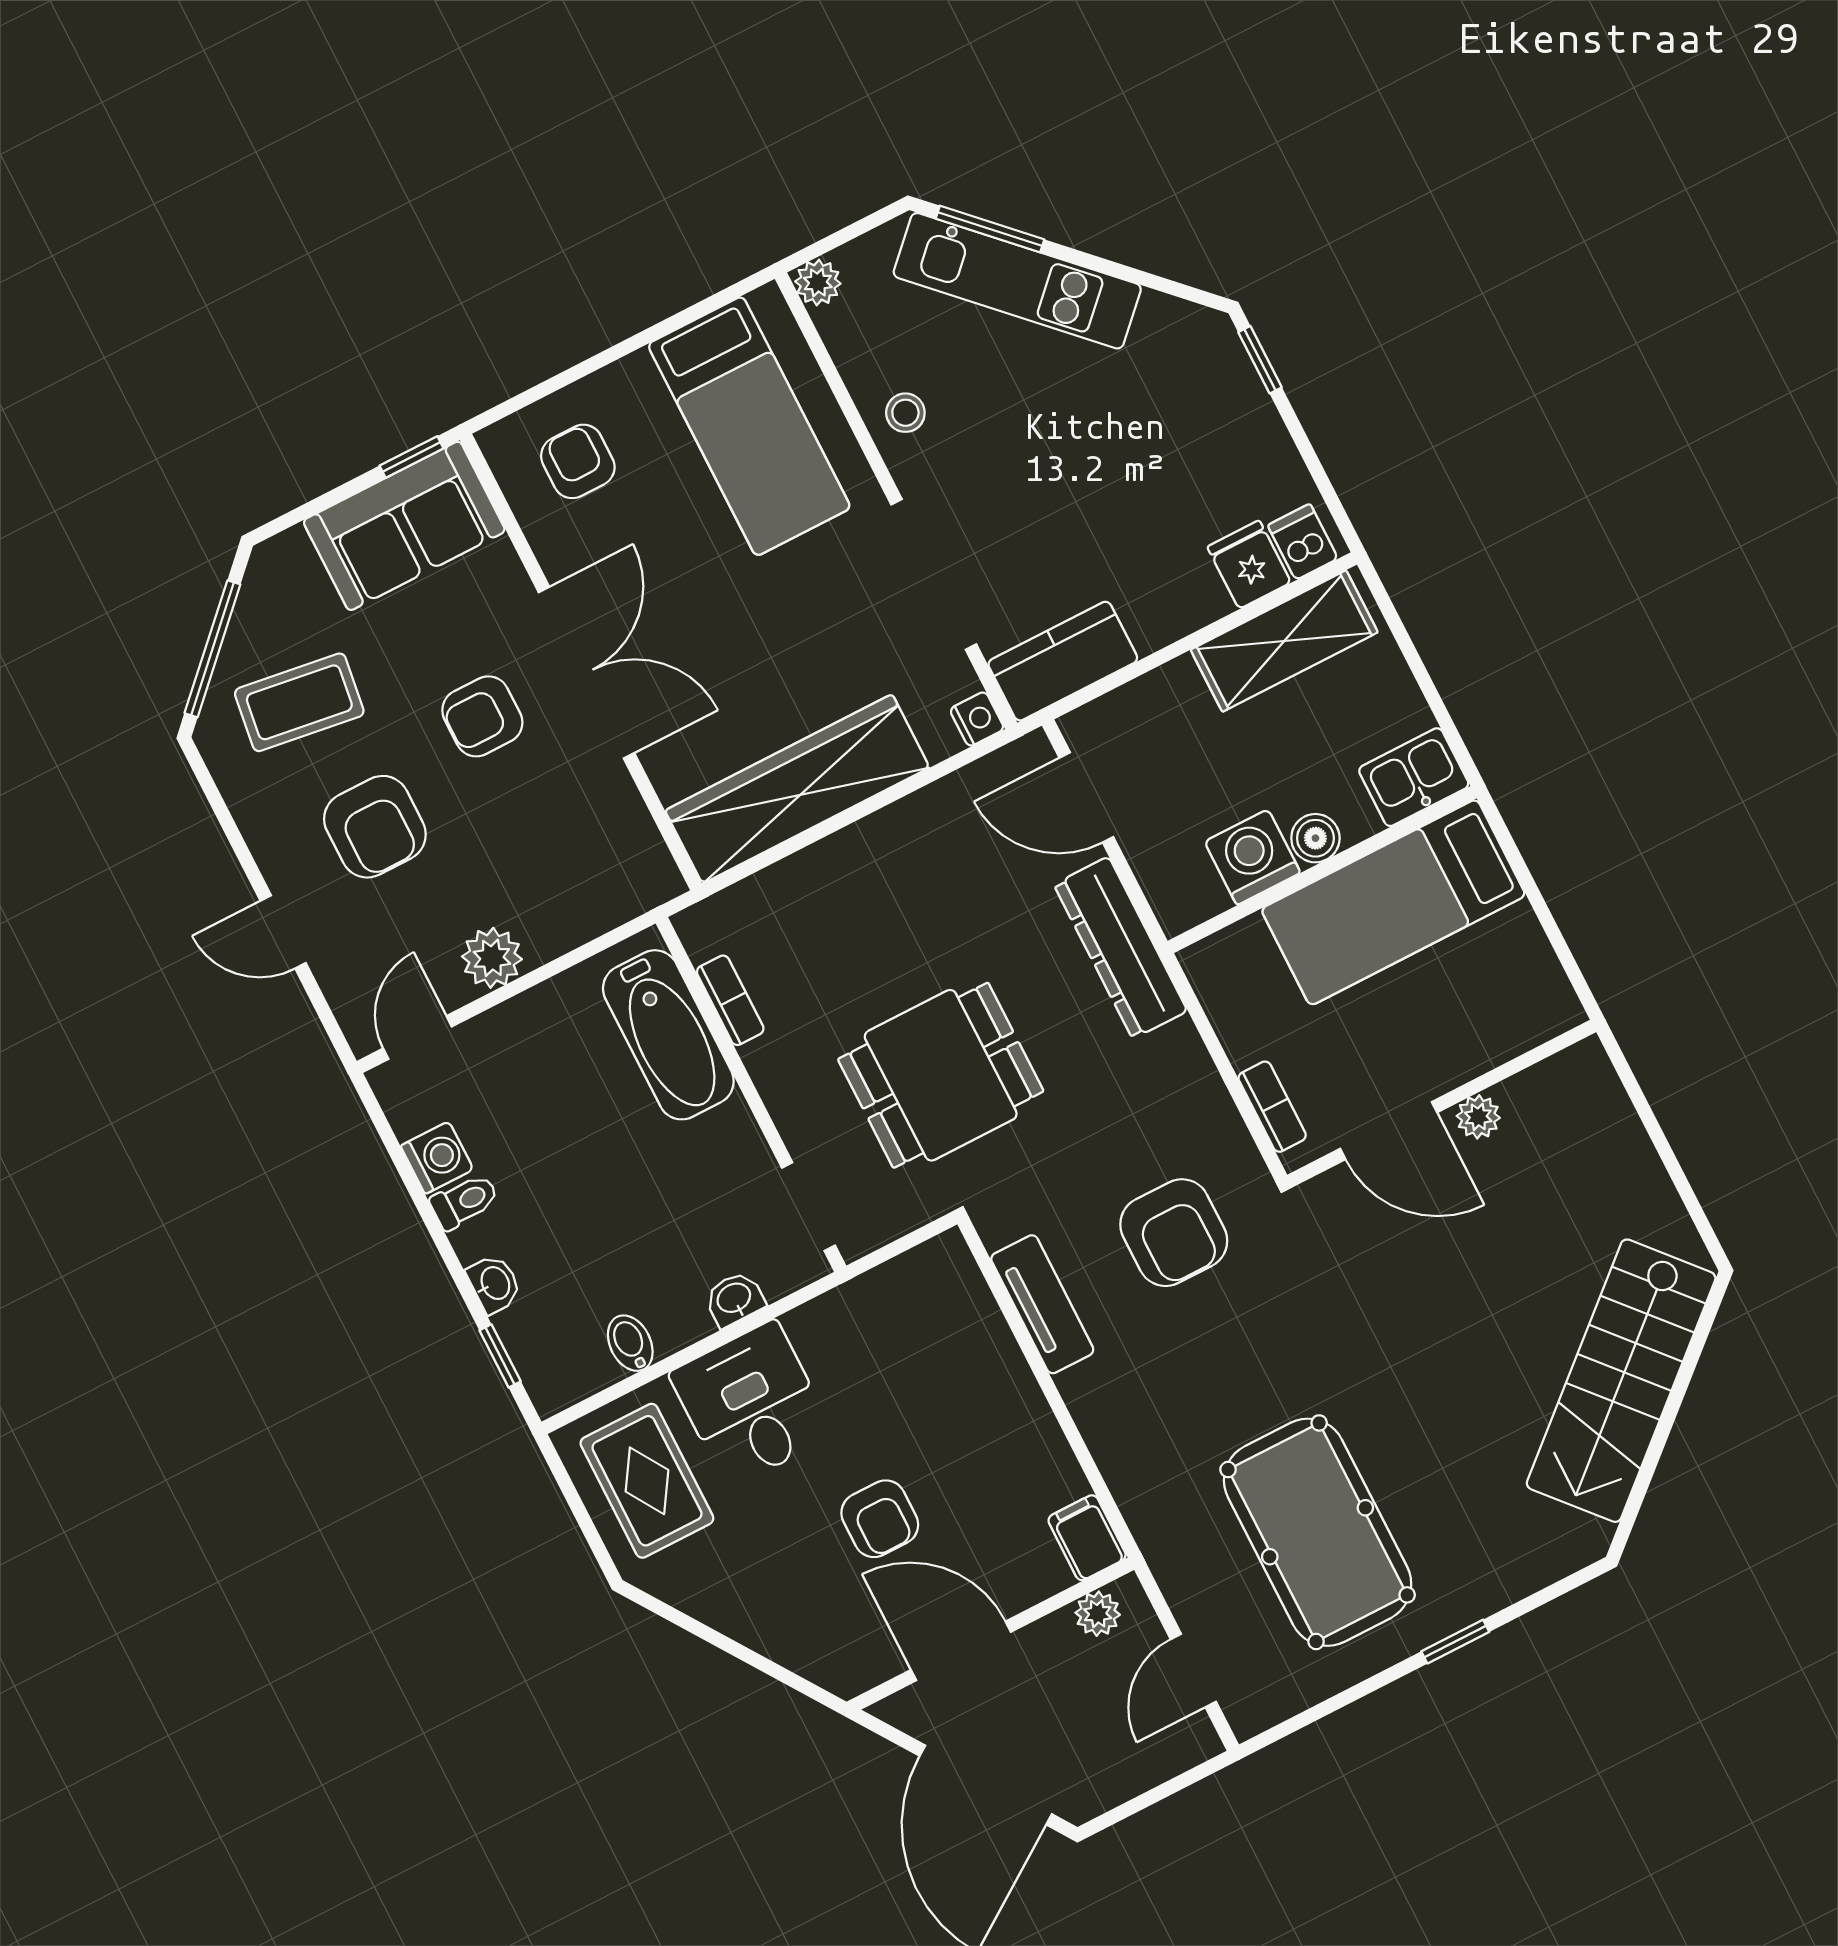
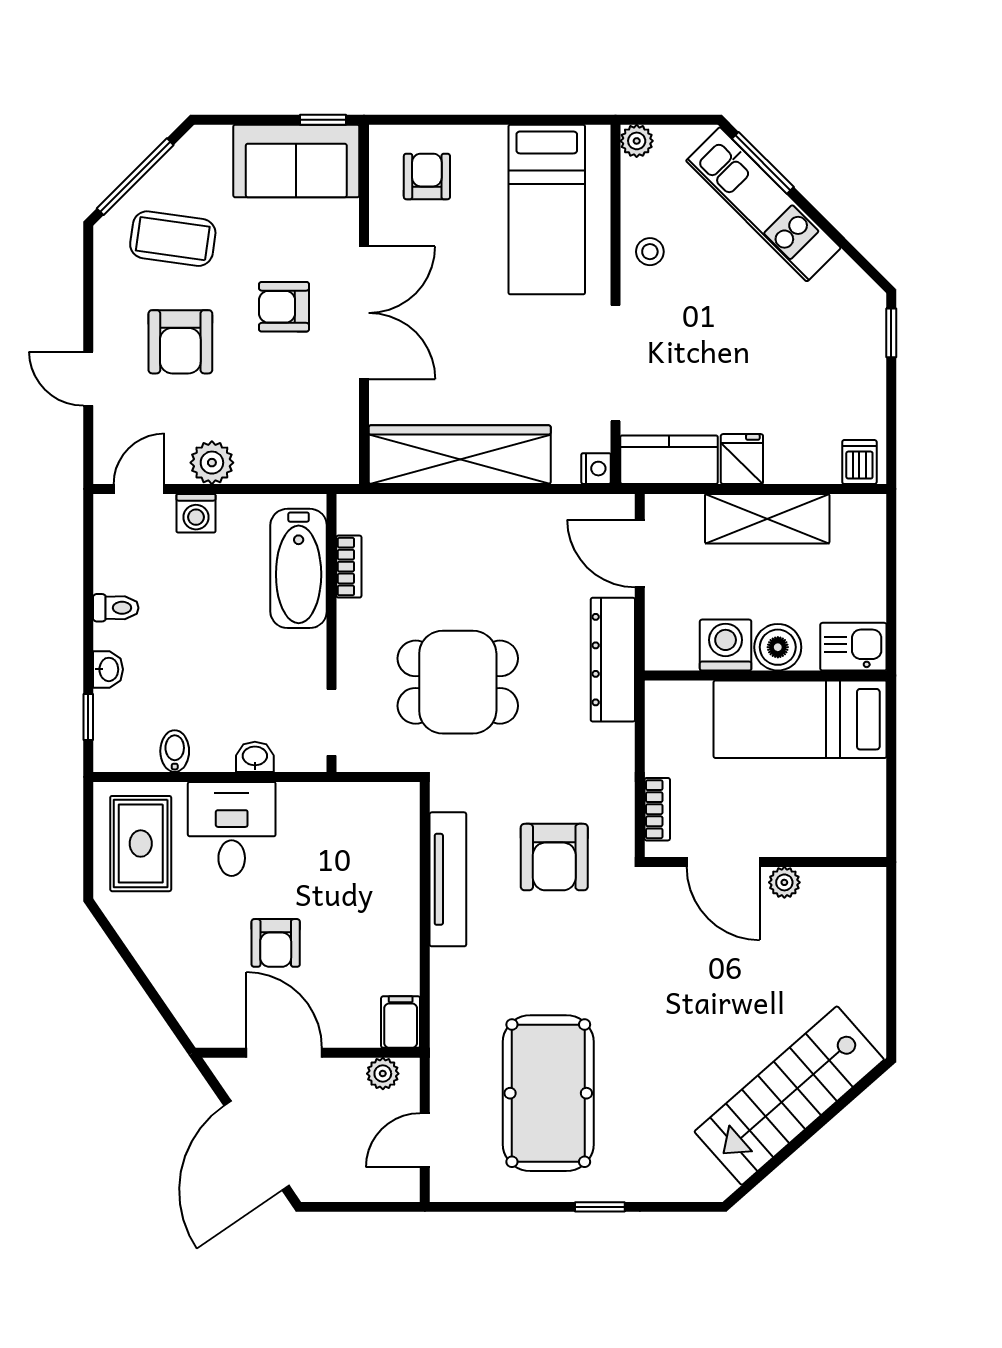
fridge: (1249, 565) -> (742, 459), moved
shelving: (1284, 641) -> (767, 519), moved
boiler: (1315, 838) -> (778, 647), width x1.36, depth x1.36
washing machine: (437, 1158) -> (196, 513), moved, turned 90
tv unit: (1042, 1304) -> (448, 879), width x1.41

